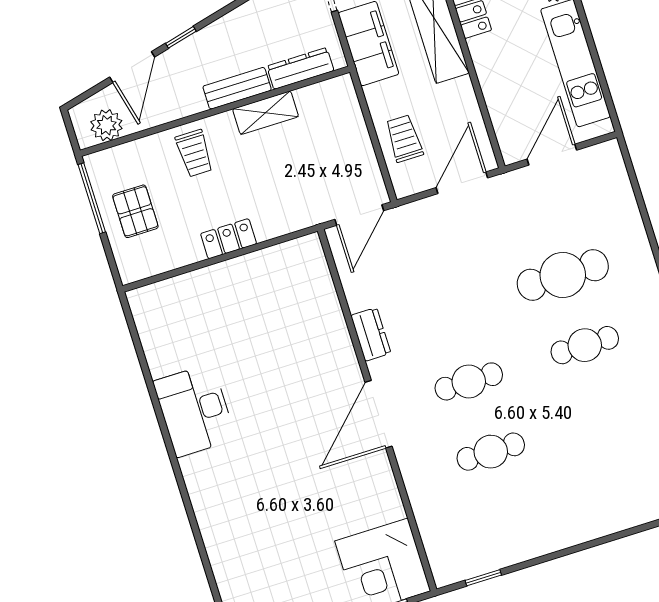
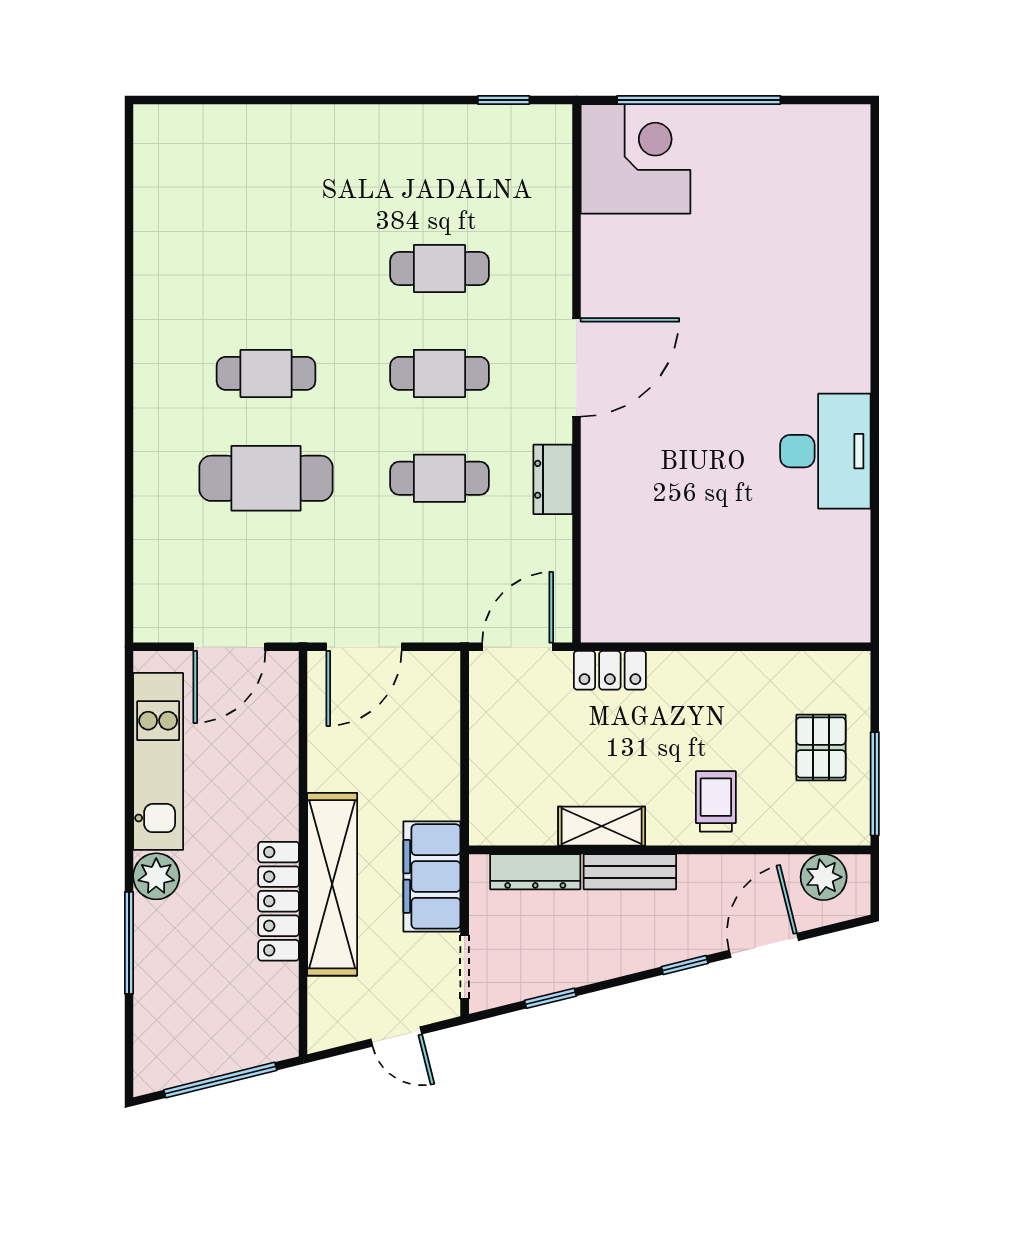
trolley: (404, 139) -> (424, 732), removed
locker: (229, 239) -> (610, 670), moved
cafe table: (447, 311) -> (439, 478), added

